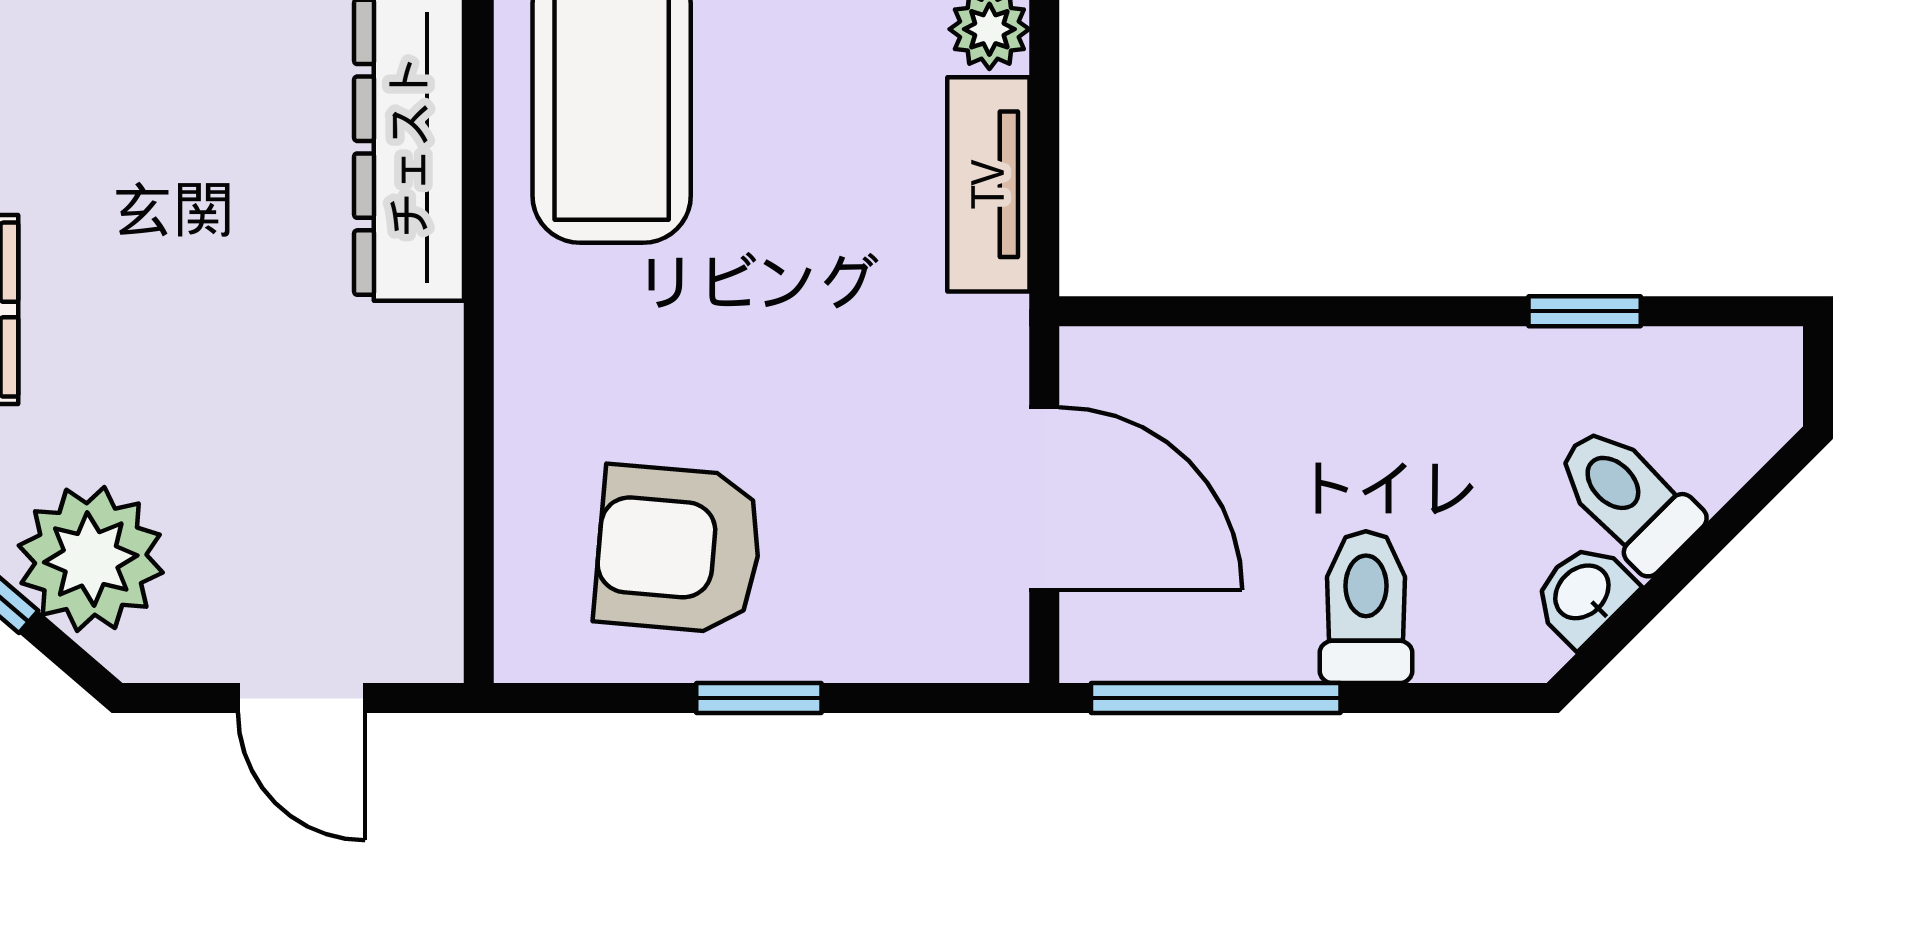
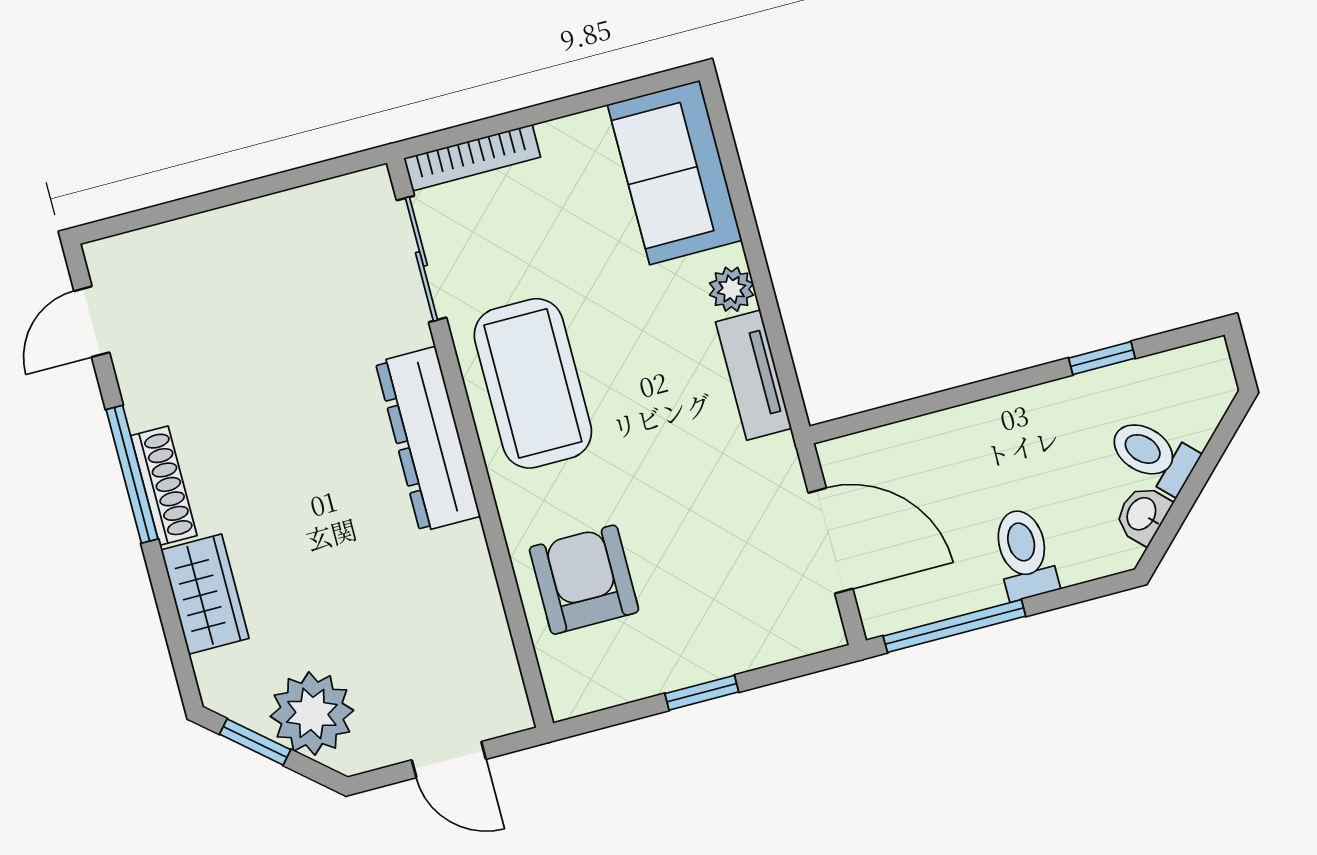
armchair: (679, 549) -> (584, 580), moved, turned 85

